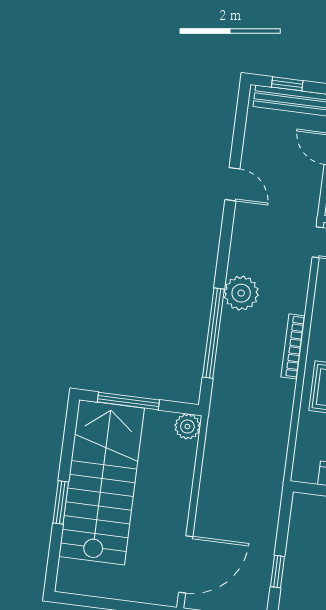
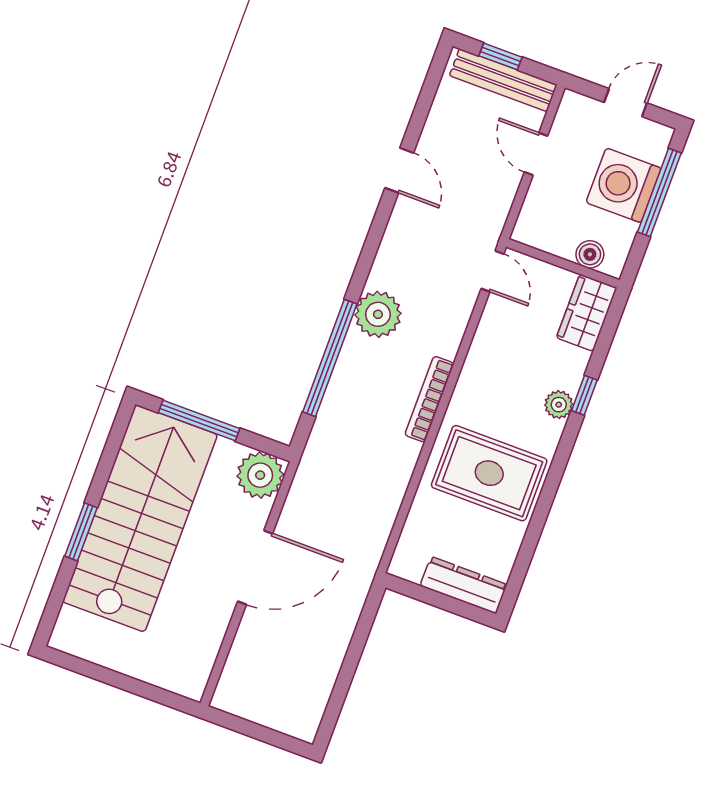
plant: (187, 426) -> (260, 475), width x1.36, depth x1.36
door: (186, 564) -> (255, 567), moved
window: (277, 572) -> (342, 687), removed

